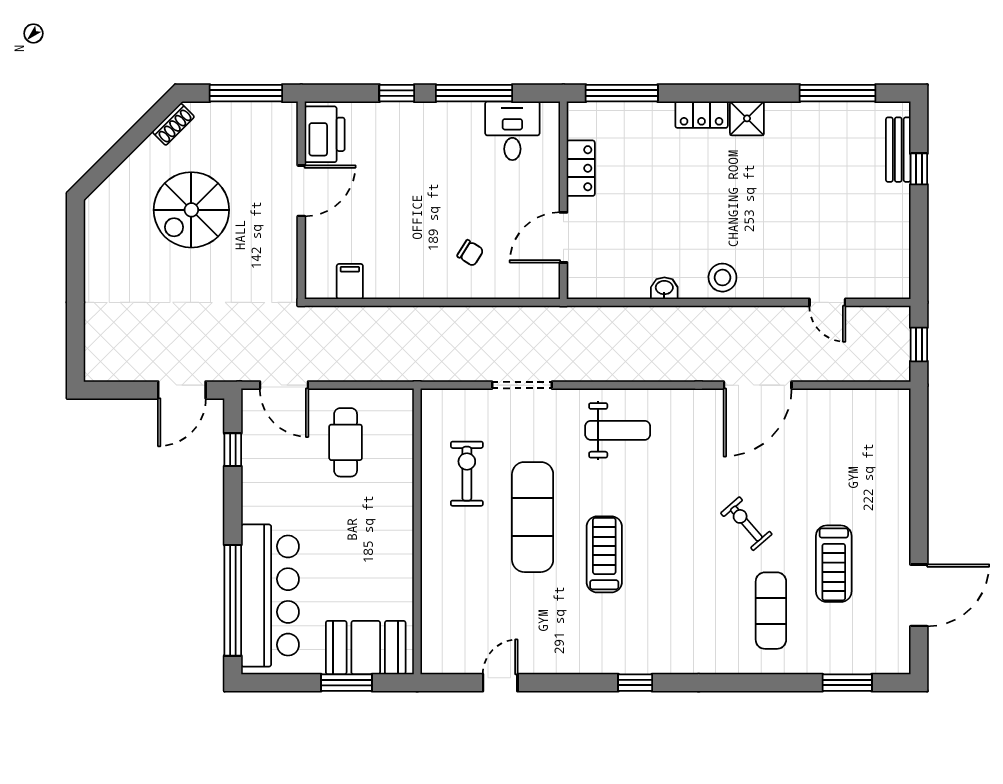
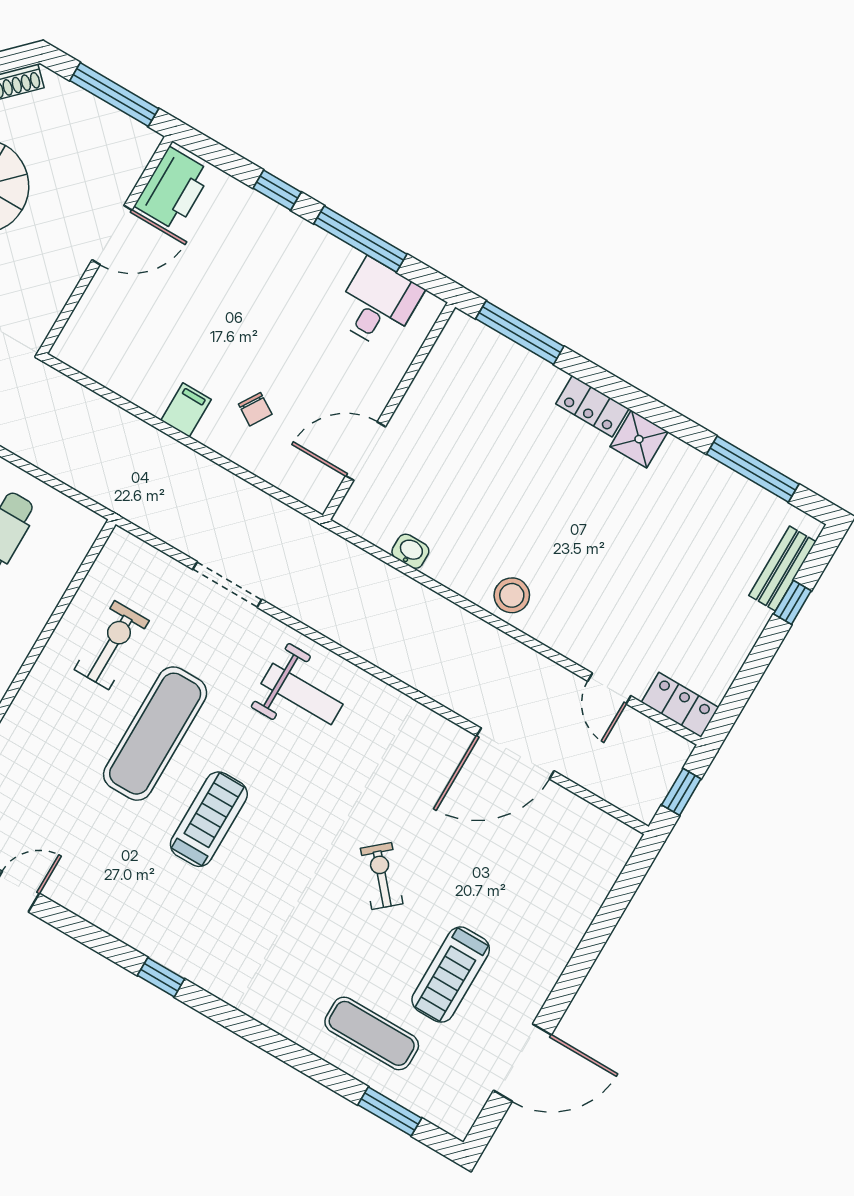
locker: (581, 168) -> (680, 705), moved, turned -90
filing cabinet: (350, 281) -> (186, 410), moved
washbasin: (664, 288) -> (410, 551), moved
door: (758, 385) -> (515, 753), moved
exercise mat: (771, 611) -> (372, 1033), moved, turned 90

